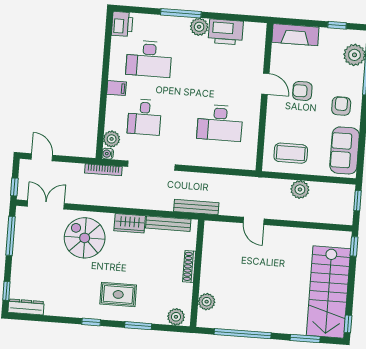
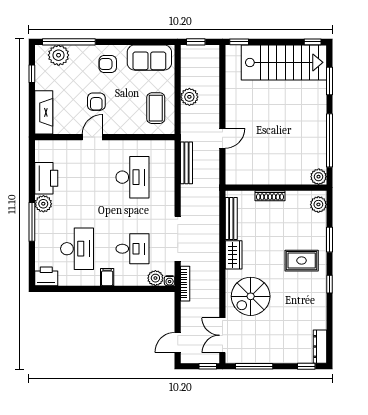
bench: (196, 207) -> (187, 163), moved
rug: (118, 294) -> (302, 261), turned 90
plant: (207, 302) -> (319, 177), moved

